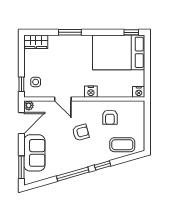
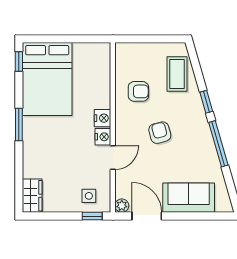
window: (70, 32) -> (19, 124), moved
nightstand: (139, 92) -> (103, 137), moved
window: (21, 167) -> (209, 216), removed

